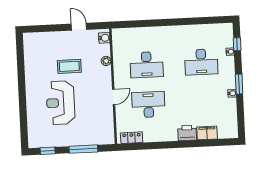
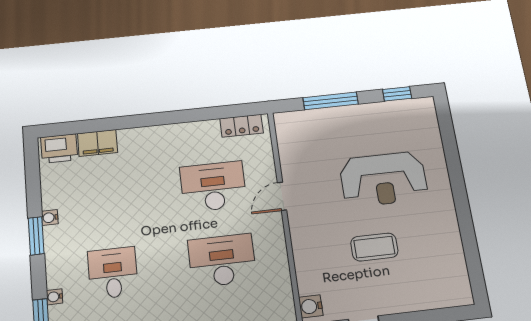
plant: (106, 61) -> (303, 262), removed
desk: (201, 62) -> (113, 273), width x0.73
reception desk: (60, 103) -> (383, 179), turned 90
desk: (148, 105) -> (213, 186), turned 180
printer: (187, 133) -> (59, 149), moved

